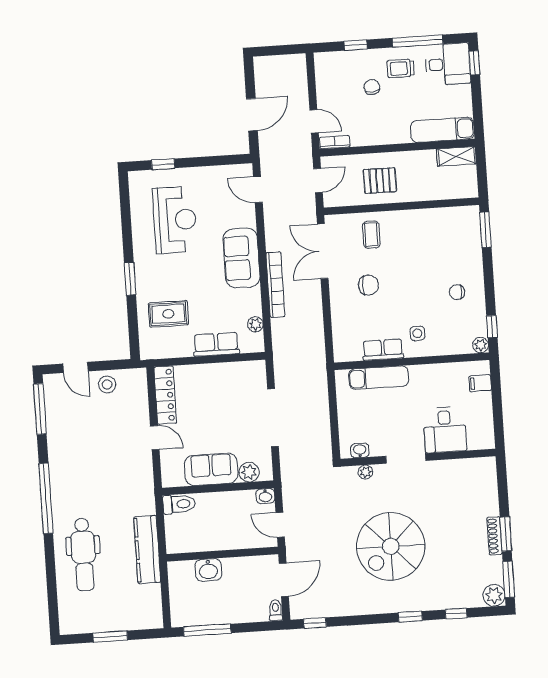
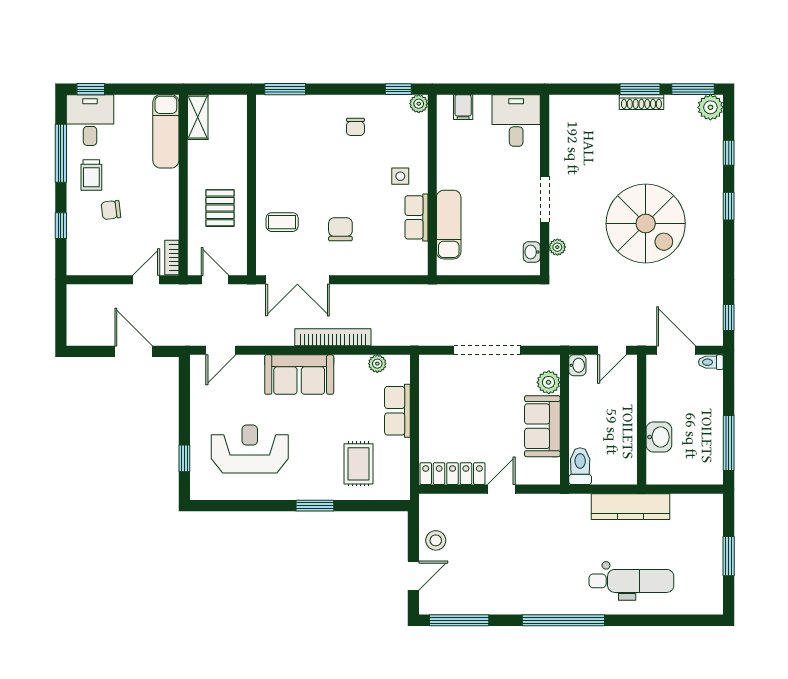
desk: (445, 430) -> (516, 120), moved, turned -90

